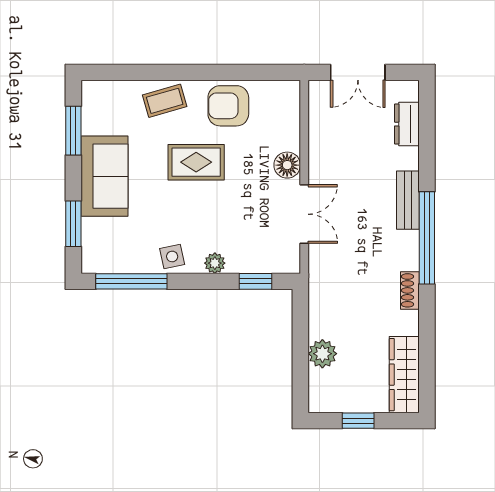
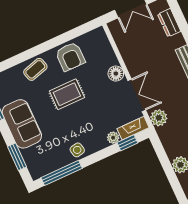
armchair: (228, 106) -> (70, 57), turned -90
plant: (215, 263) -> (113, 138), moved
fireplace: (275, 263) -> (133, 128), added
plant: (322, 265) -> (159, 118), added

